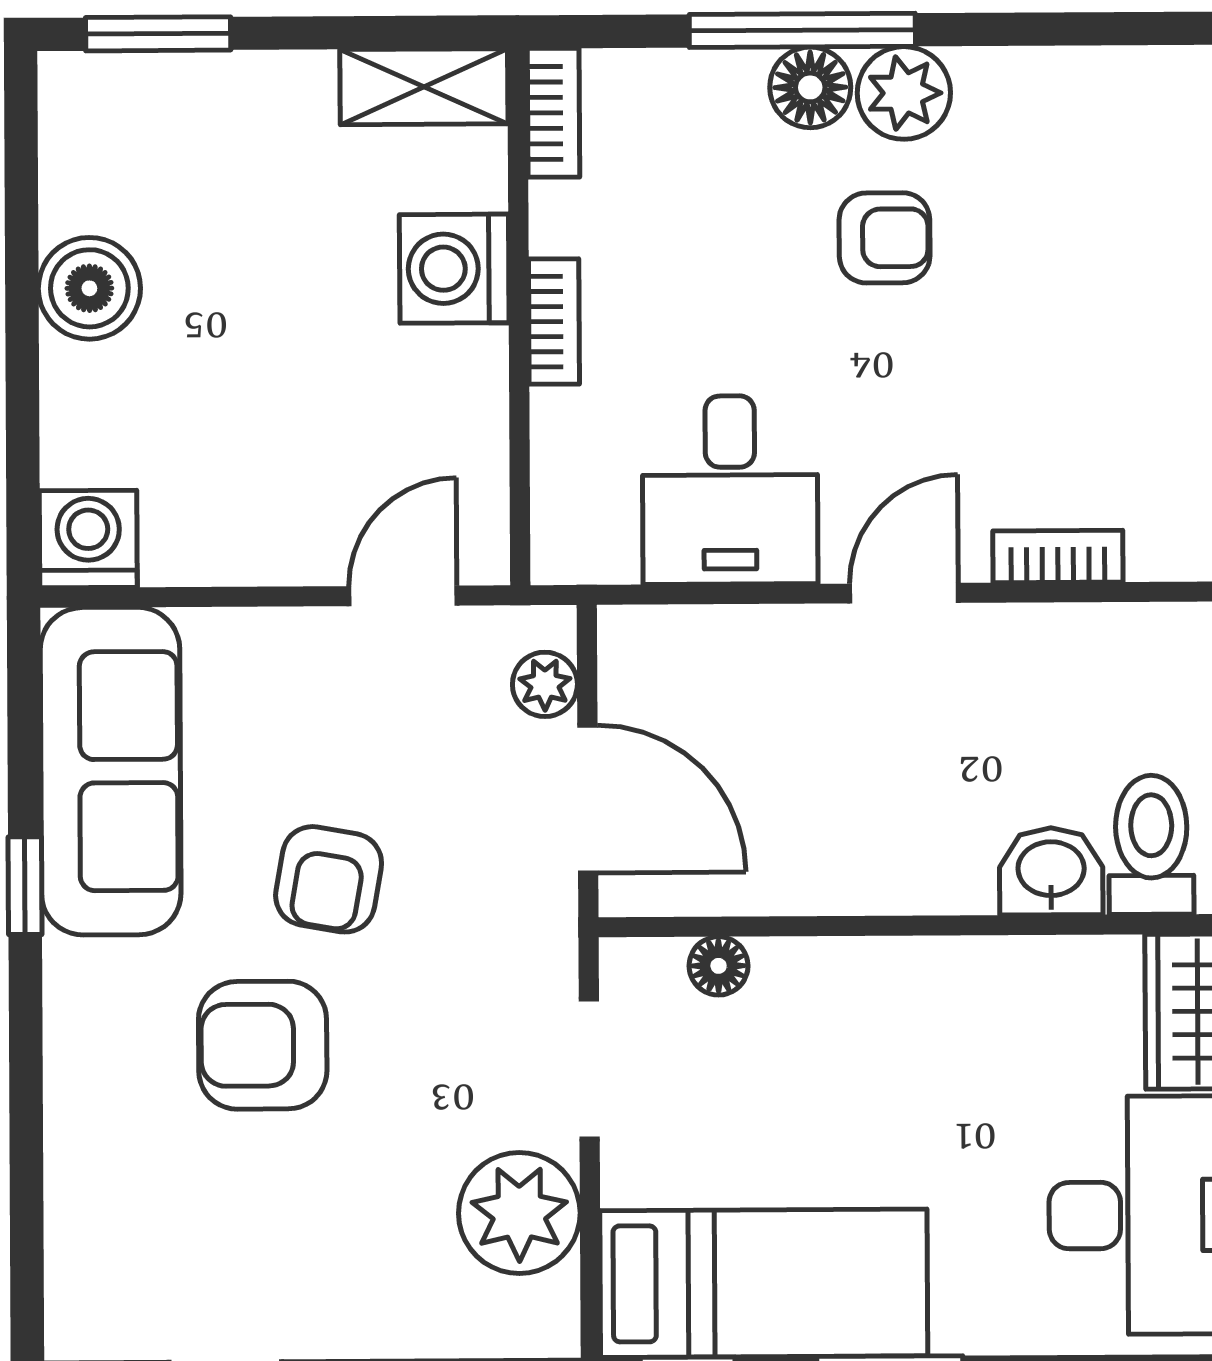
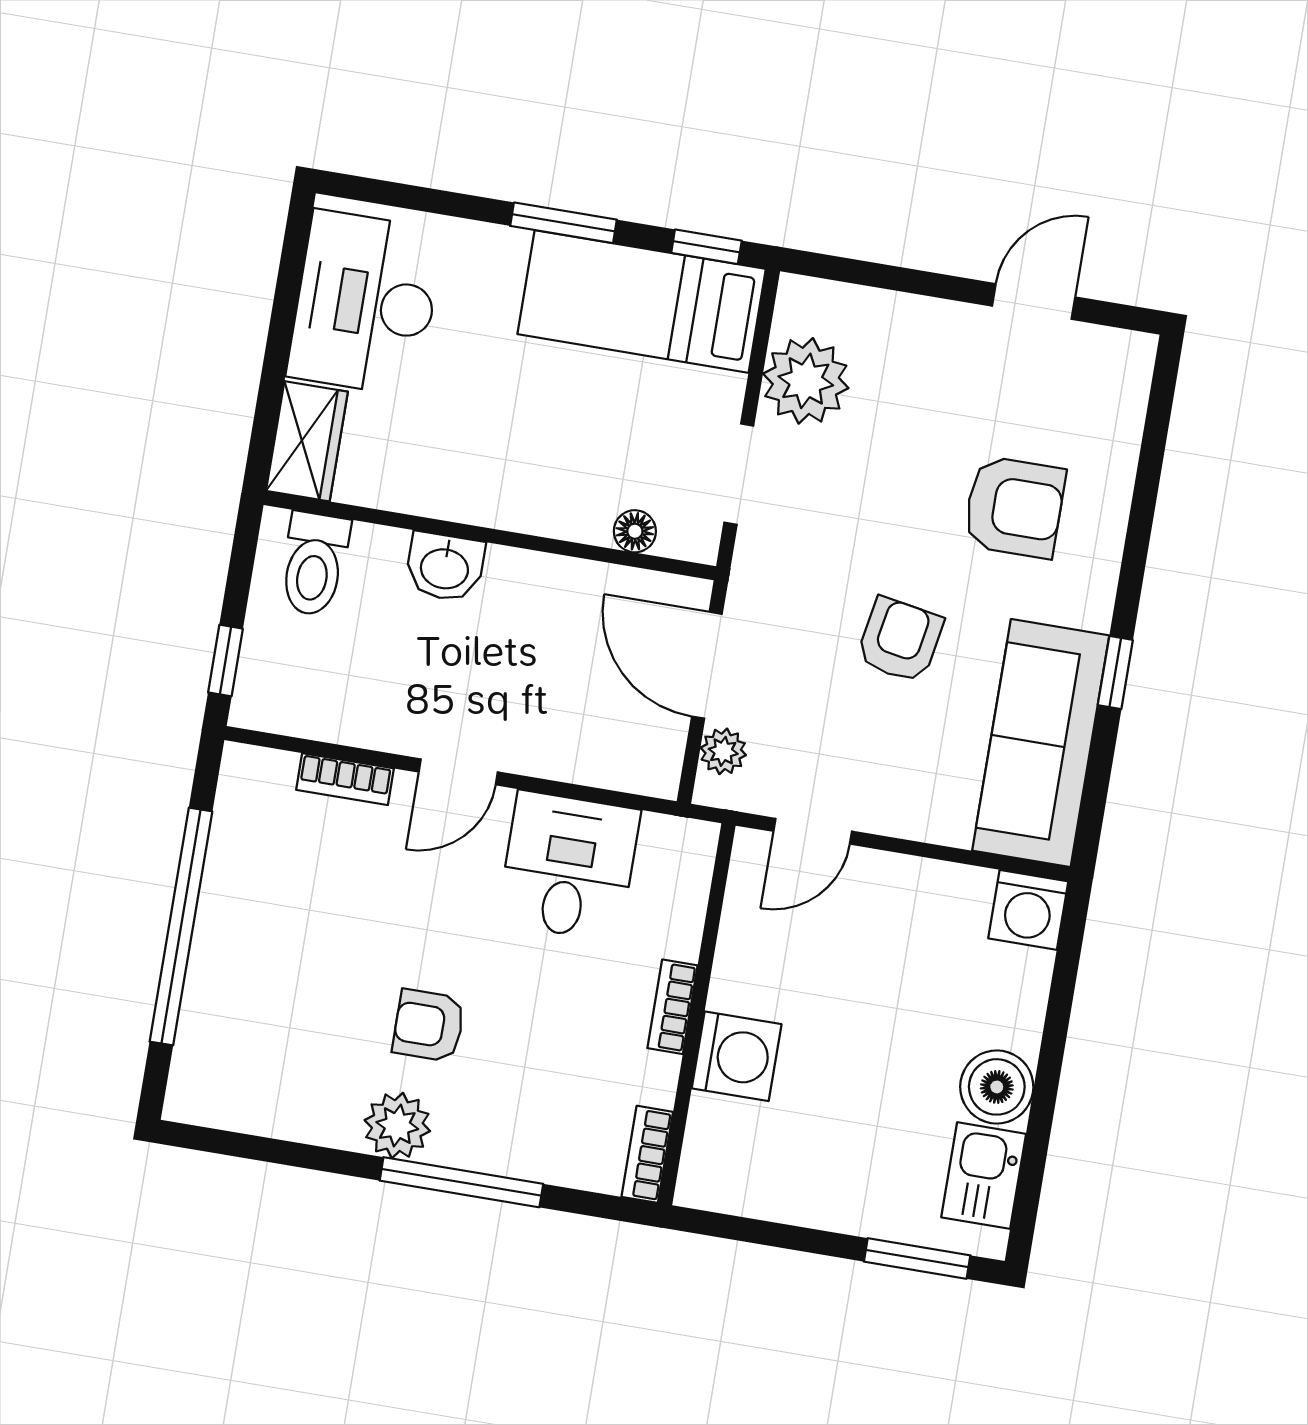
shelving: (424, 87) -> (736, 1189), removed
floor lamp: (810, 87) -> (463, 1141), removed
kitchen sink: (86, 163) -> (984, 1176), added
washbasin: (1051, 871) -> (445, 567), moved
armchair: (263, 1045) -> (1014, 507), moved

